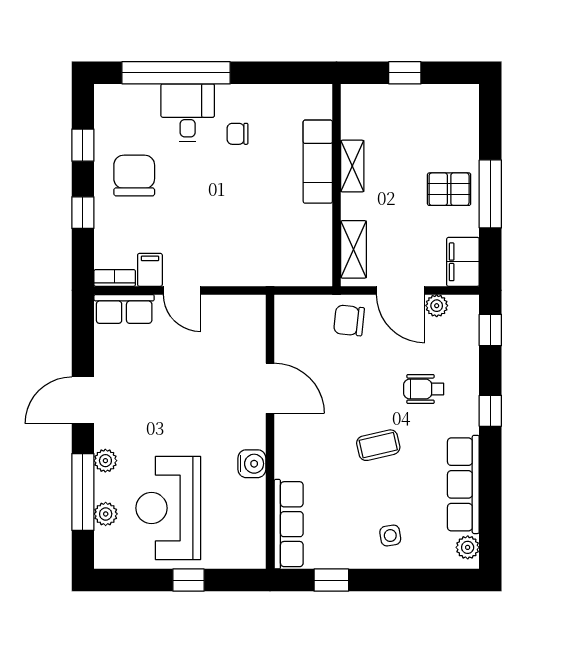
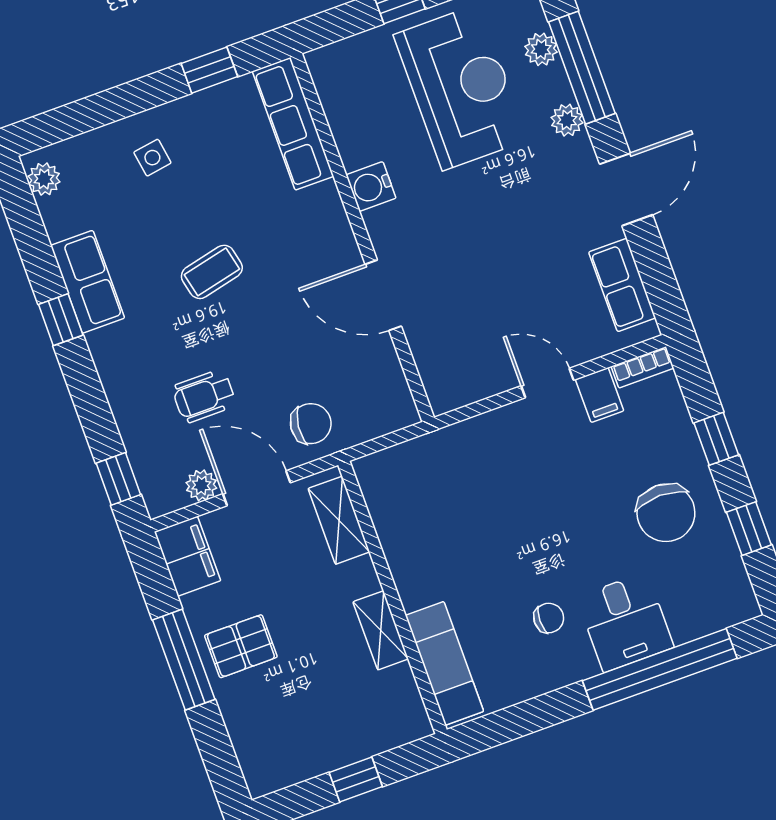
exam couch: (318, 162) -> (444, 663), moved
row of seats: (124, 309) -> (622, 285), moved, turned -90
wheelchair: (424, 389) -> (204, 396), moved, turned 180
window: (490, 411) -> (61, 320), moved
row of seats: (463, 484) -> (88, 282), width x0.68

